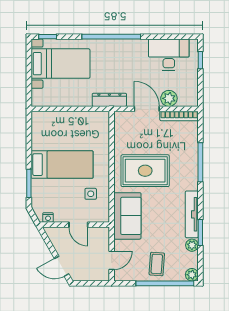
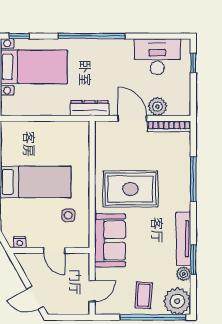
plant: (192, 275) -> (177, 301), width x1.88, depth x1.88

